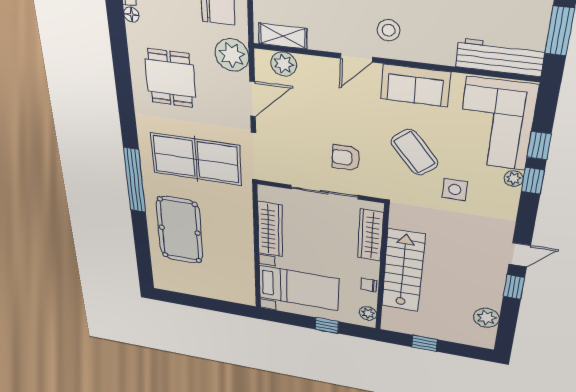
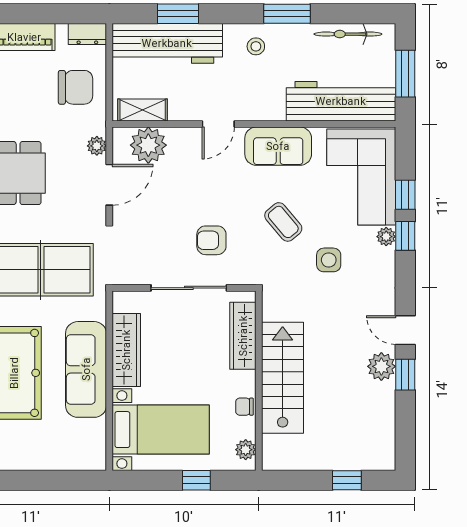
stool: (388, 30) -> (248, 91), removed
plant: (232, 55) -> (97, 146), width x0.53, depth x0.53
workbench: (500, 57) -> (341, 101), width x1.36, depth x1.32
plant: (284, 64) -> (148, 145), width x1.36, depth x1.36
coffee table: (414, 152) -> (283, 222), width x0.73, depth x0.77
sofa: (237, 237) -> (86, 369), added
door: (520, 255) -> (405, 330), swing flipped
plant: (486, 318) -> (381, 366), moved
window: (424, 343) -> (347, 480), moved

